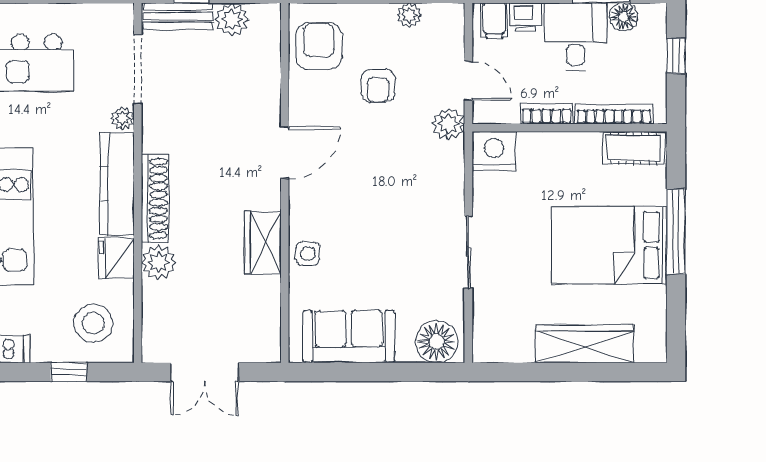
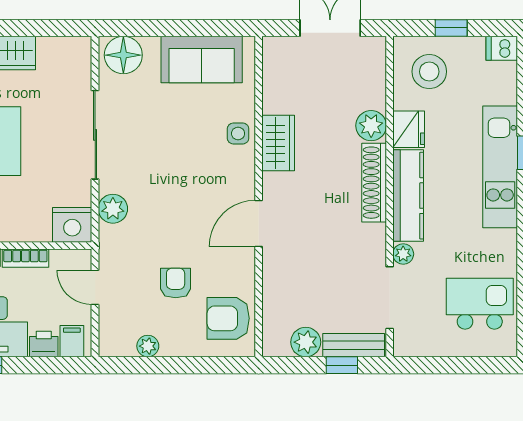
armchair: (319, 46) -> (228, 318), turned 90
plant: (448, 124) -> (113, 209), moved
sliding door: (468, 252) -> (95, 135), width x1.37

